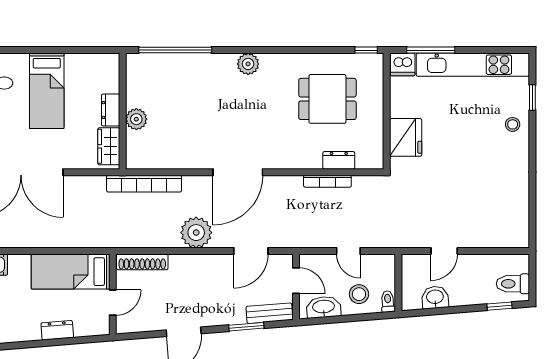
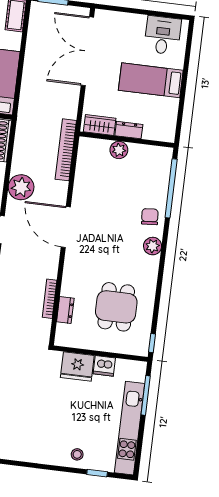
dishwasher: (403, 64) -> (104, 366), moved, turned -90
chair: (213, 72) -> (150, 217), added

